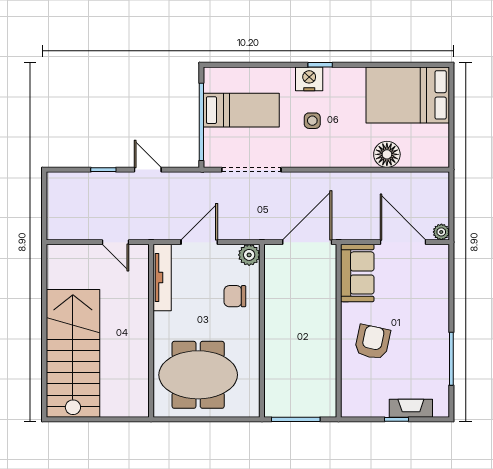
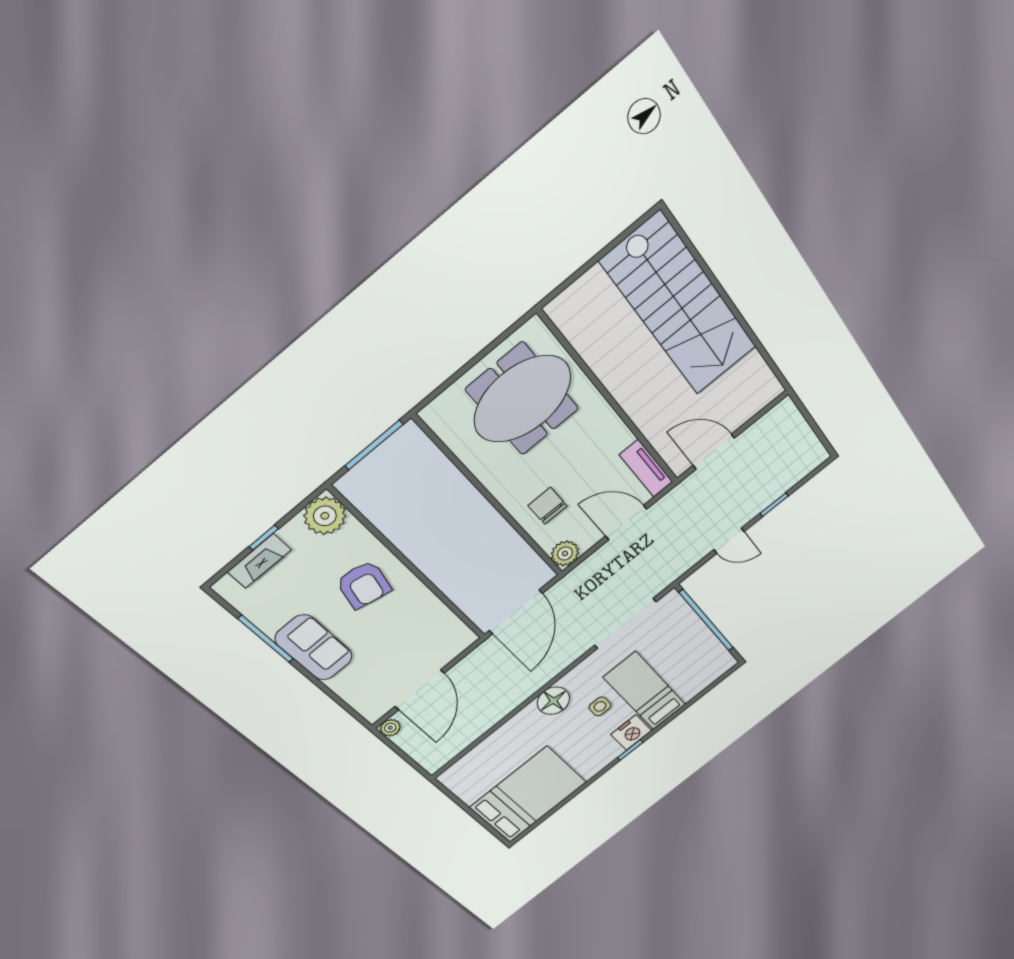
bed: (241, 110) -> (645, 691), moved, turned 90
floor lamp: (387, 154) -> (553, 701), moved
door: (115, 242) -> (714, 452), width x1.38
door: (199, 242) -> (626, 522), swing flipped
door: (403, 242) -> (420, 690), hinge flipped
sofa: (357, 273) -> (314, 648), moved, turned 180
tv unit: (162, 278) -> (646, 468), width x0.71
chair: (235, 296) -> (548, 506), turned -90
plant: (355, 403) -> (325, 516), added

